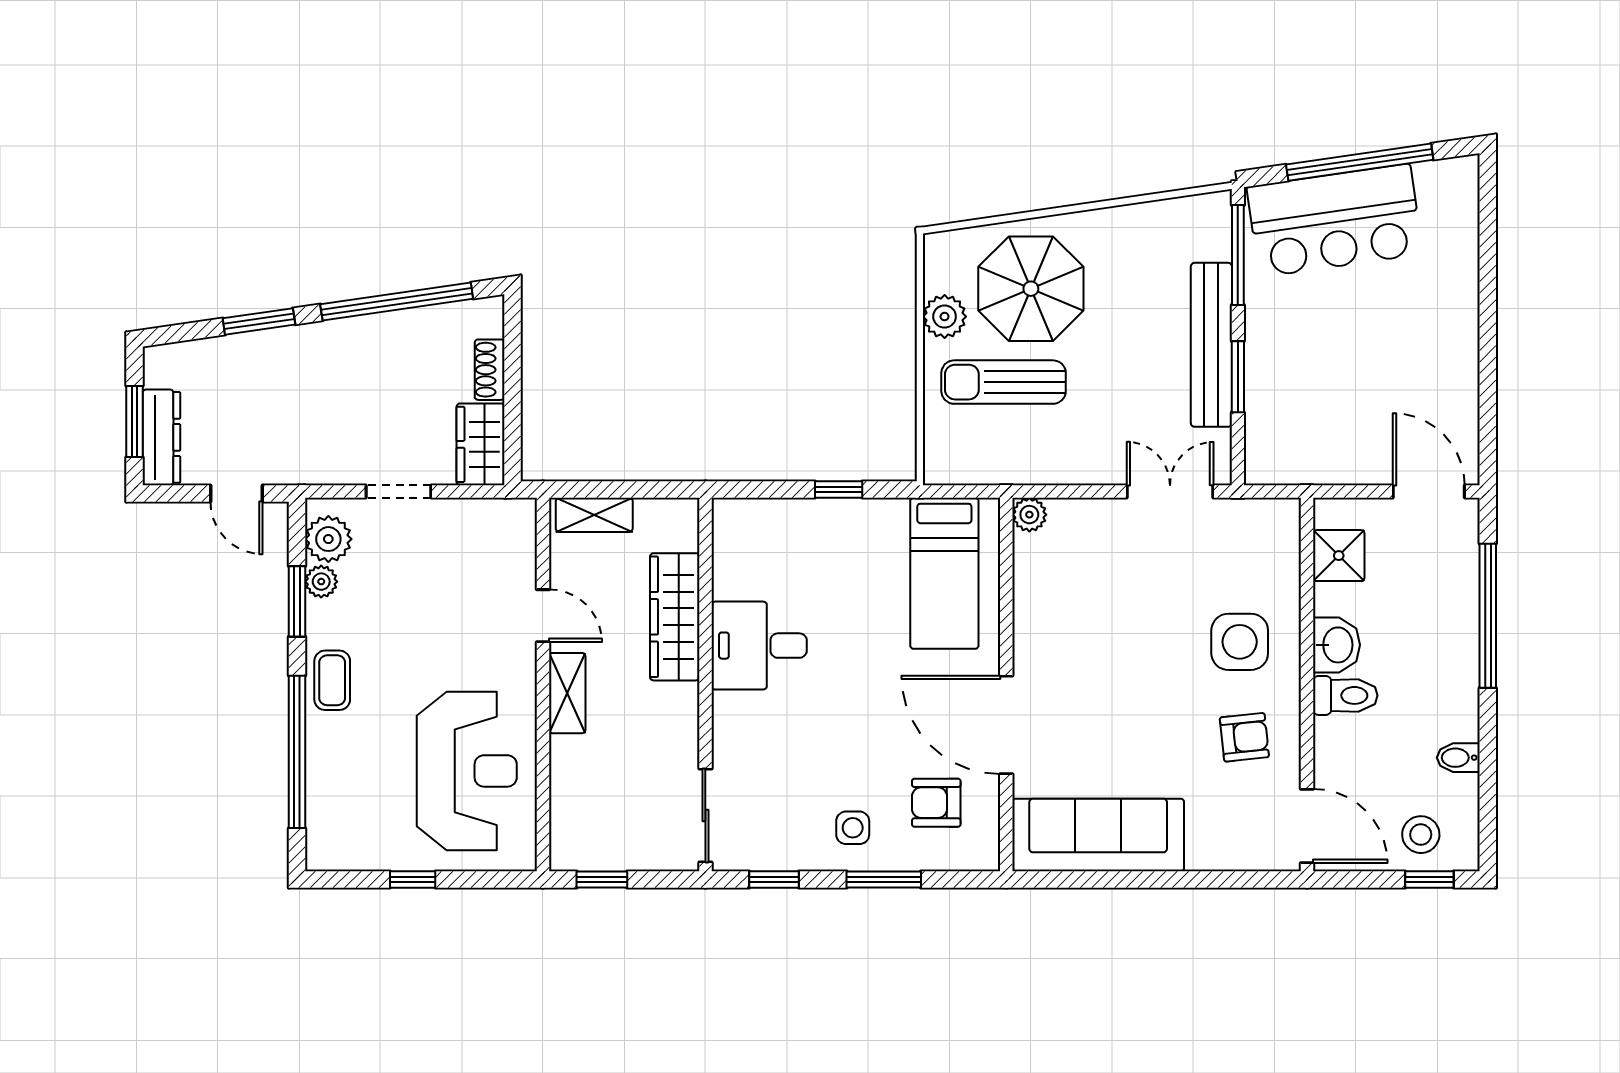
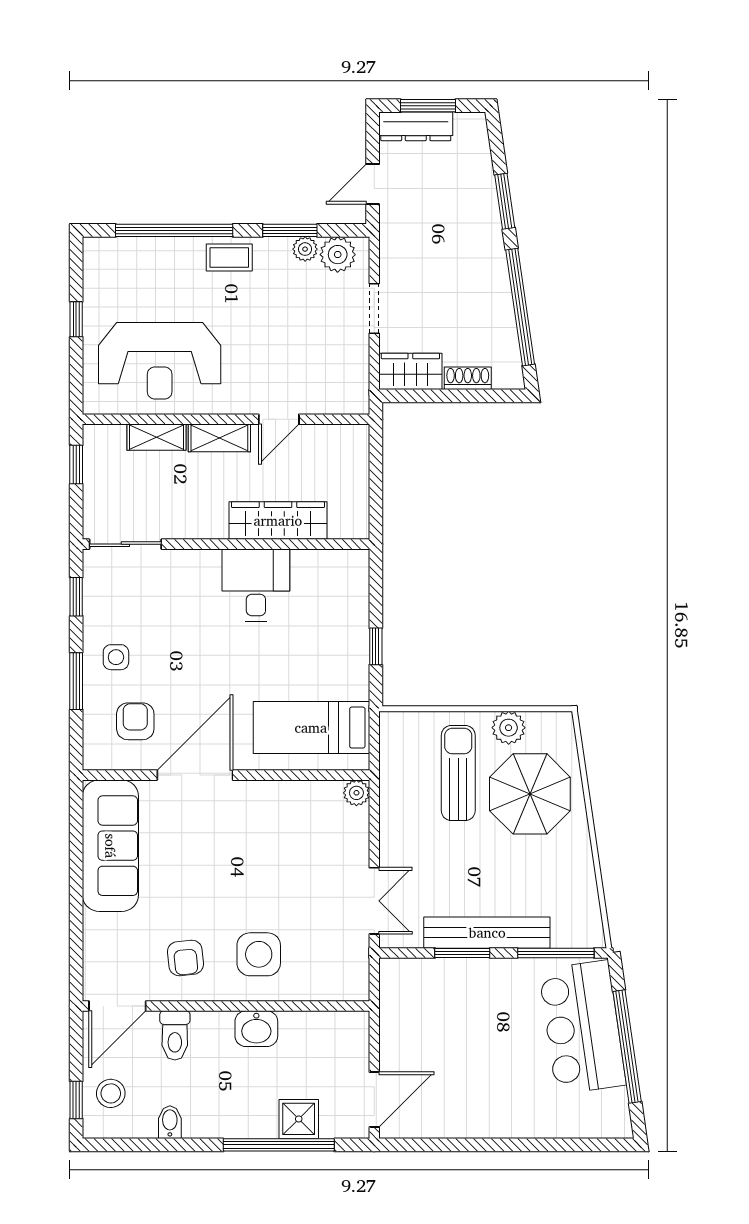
shelving: (594, 515) -> (157, 437), moved, turned 90
shower: (1339, 556) -> (299, 1119), moved
toilet: (1345, 695) -> (175, 1035), moved

